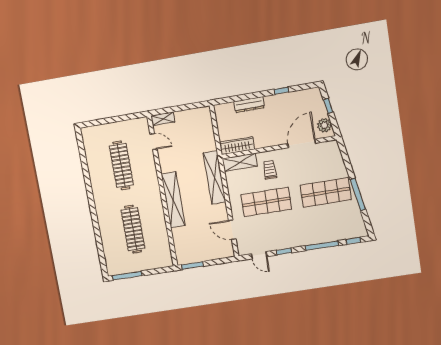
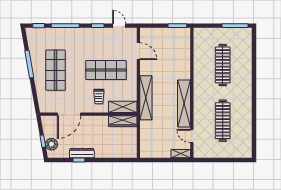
dresser: (249, 105) -> (82, 153), moved
plant: (324, 125) -> (51, 144), moved
shop shelf: (326, 192) -> (55, 70), turned 90
shelving: (173, 200) -> (184, 104), moved

